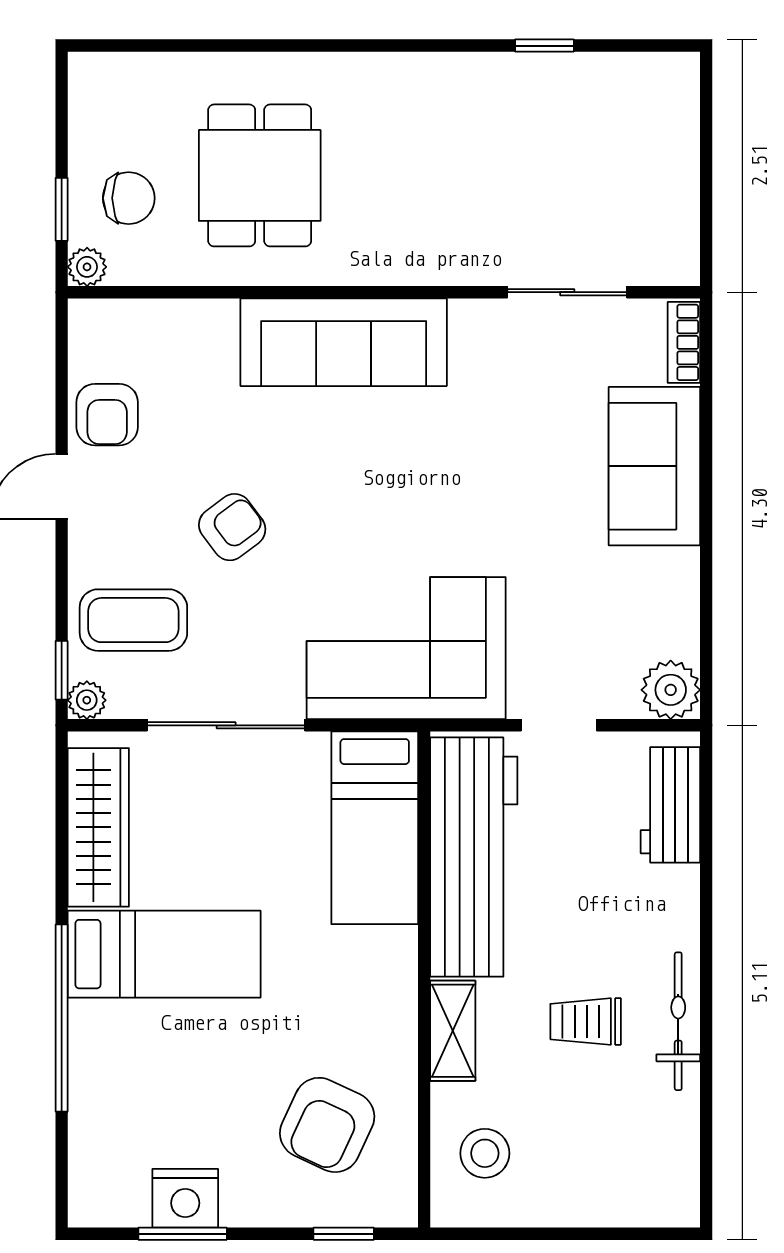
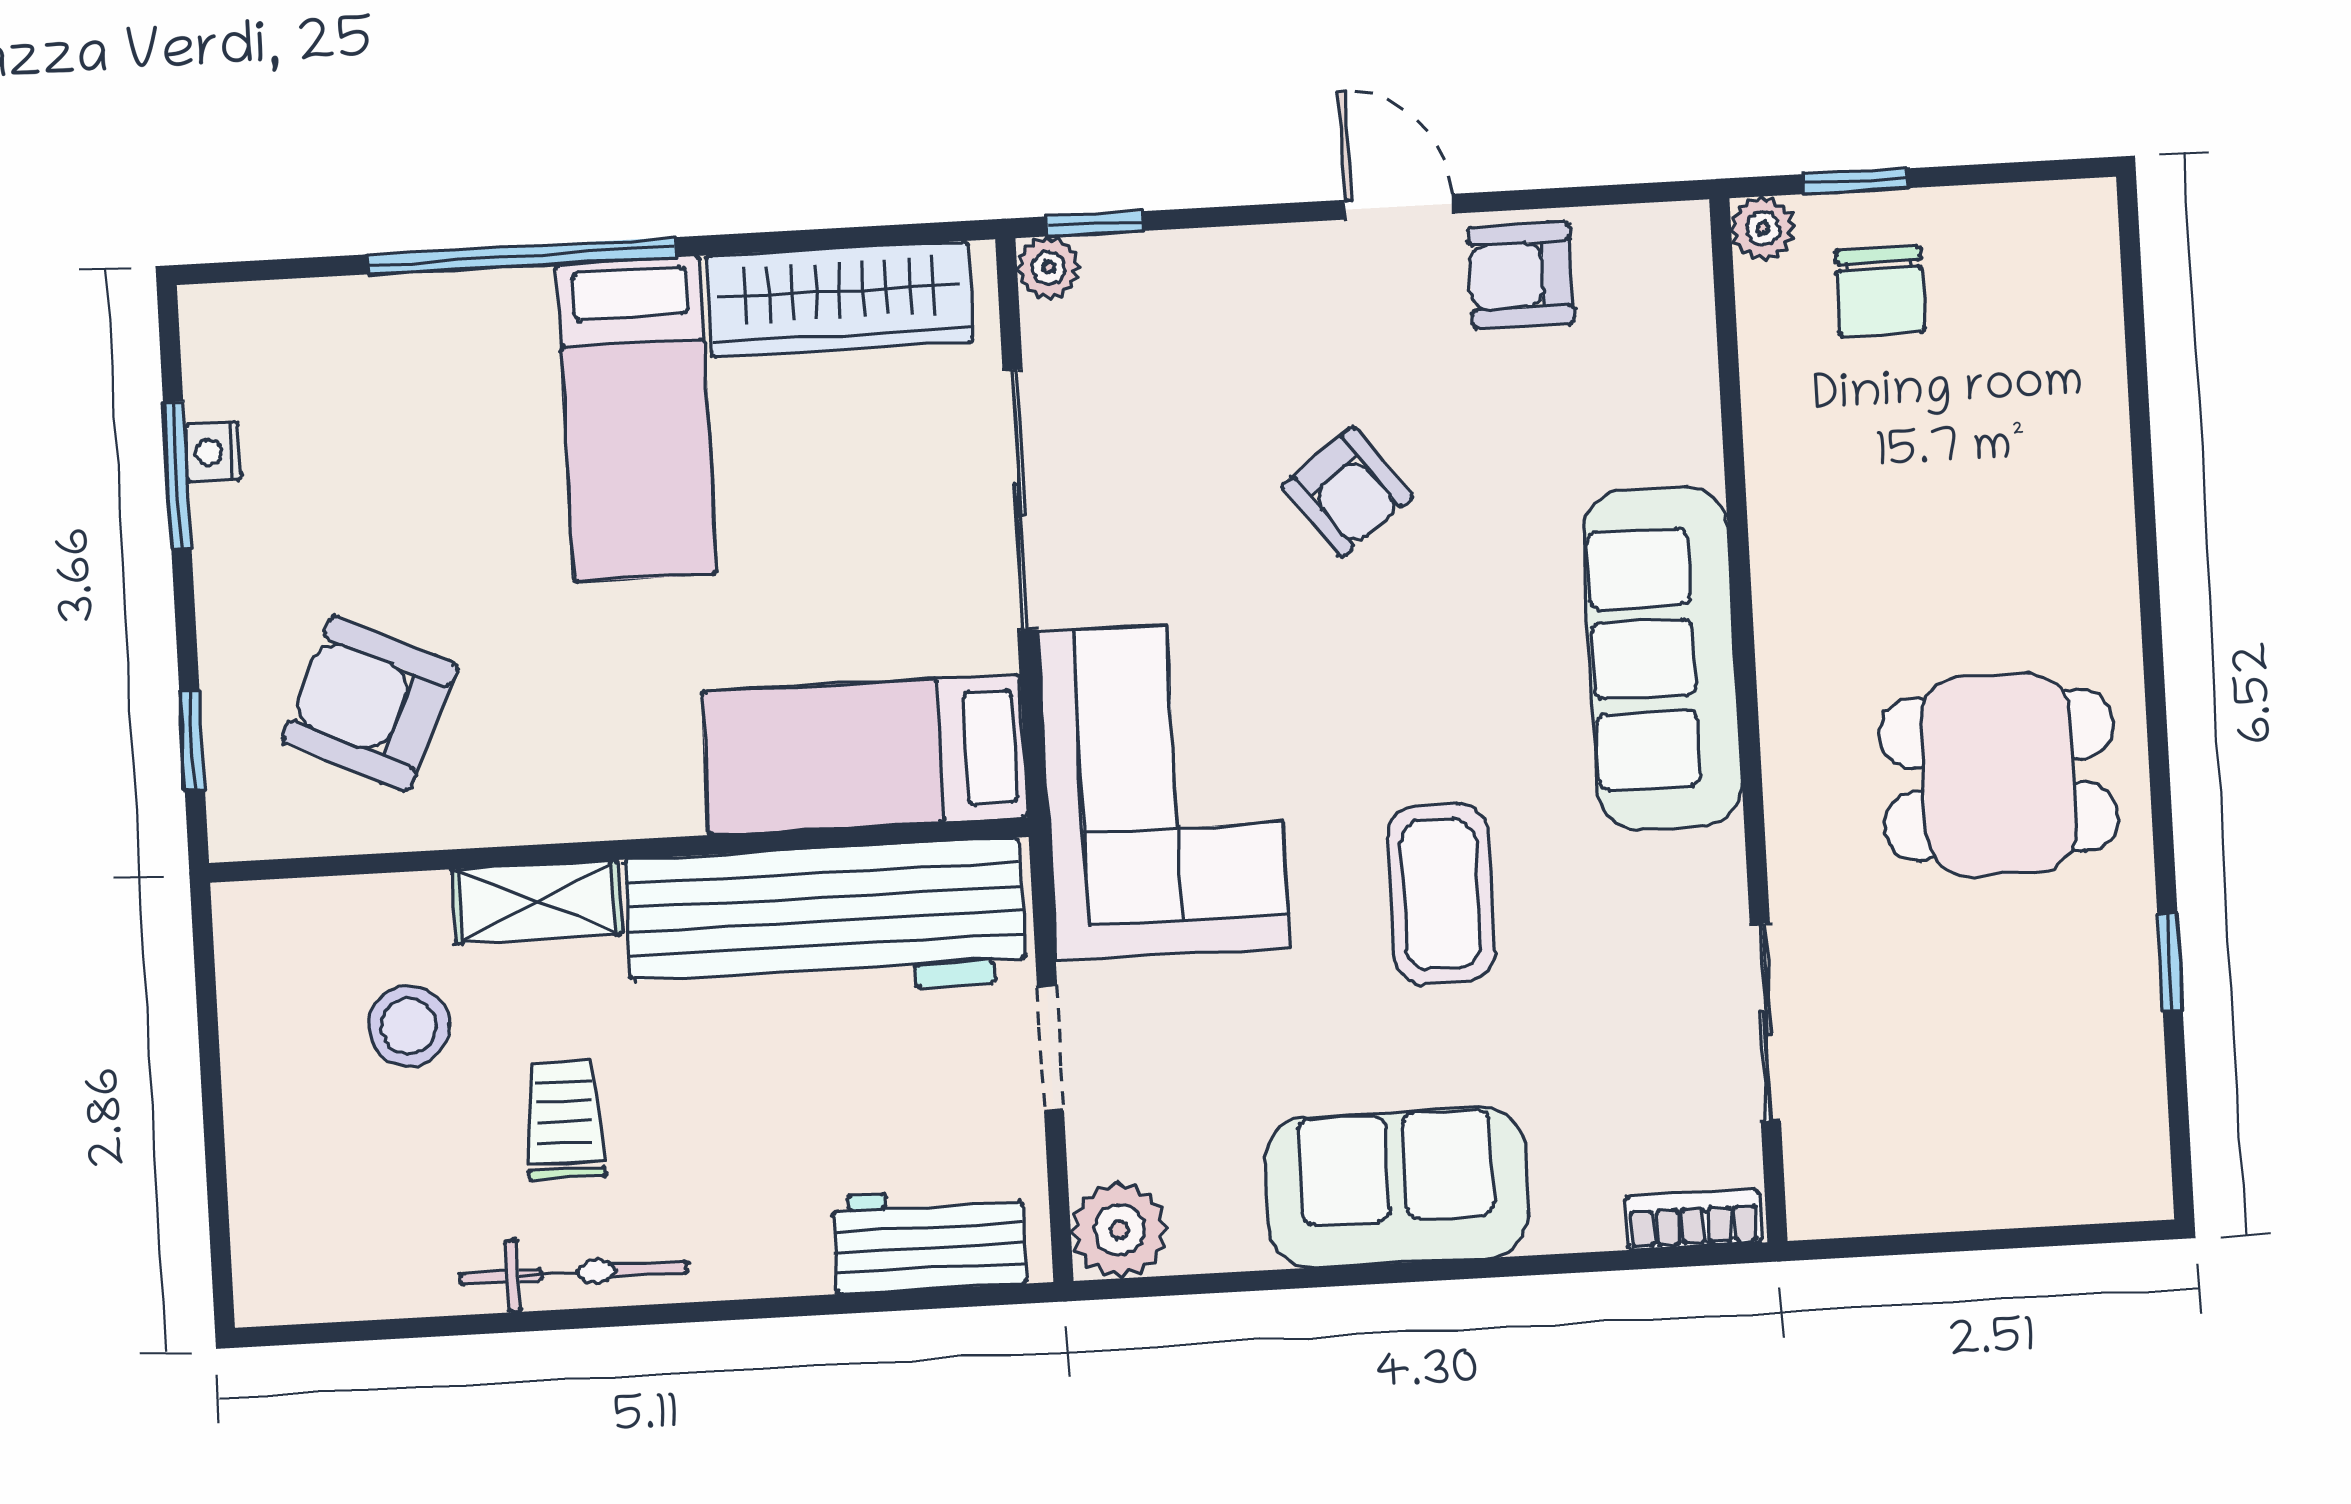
dining table: (260, 175) -> (1999, 775), moved
sofa: (654, 466) -> (1397, 1187), moved
coffee table: (133, 620) -> (1441, 894), moved
stool: (485, 1153) -> (409, 1026), moved
nightstand: (185, 1198) -> (213, 452), width x0.53, depth x0.56

